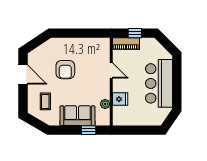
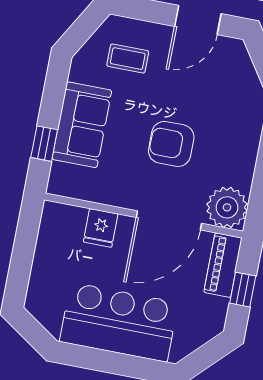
armchair: (65, 70) -> (171, 144), moved
door: (111, 70) -> (169, 220), width x1.87
plant: (105, 104) -> (227, 207), moved, width x1.88, depth x1.88

